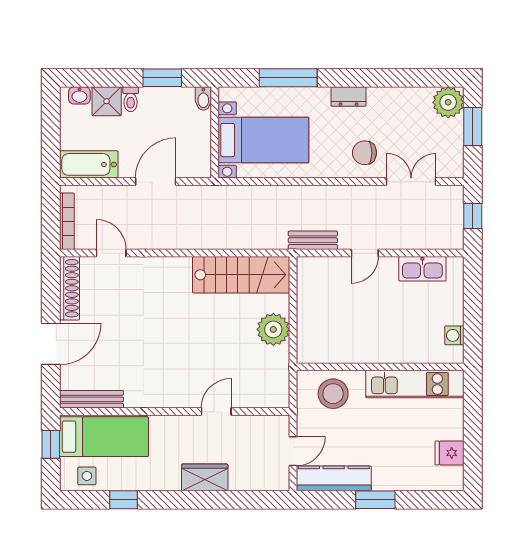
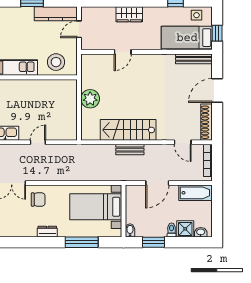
bench: (313, 240) -> (130, 150), moved
stairs: (241, 275) -> (128, 130), moved

